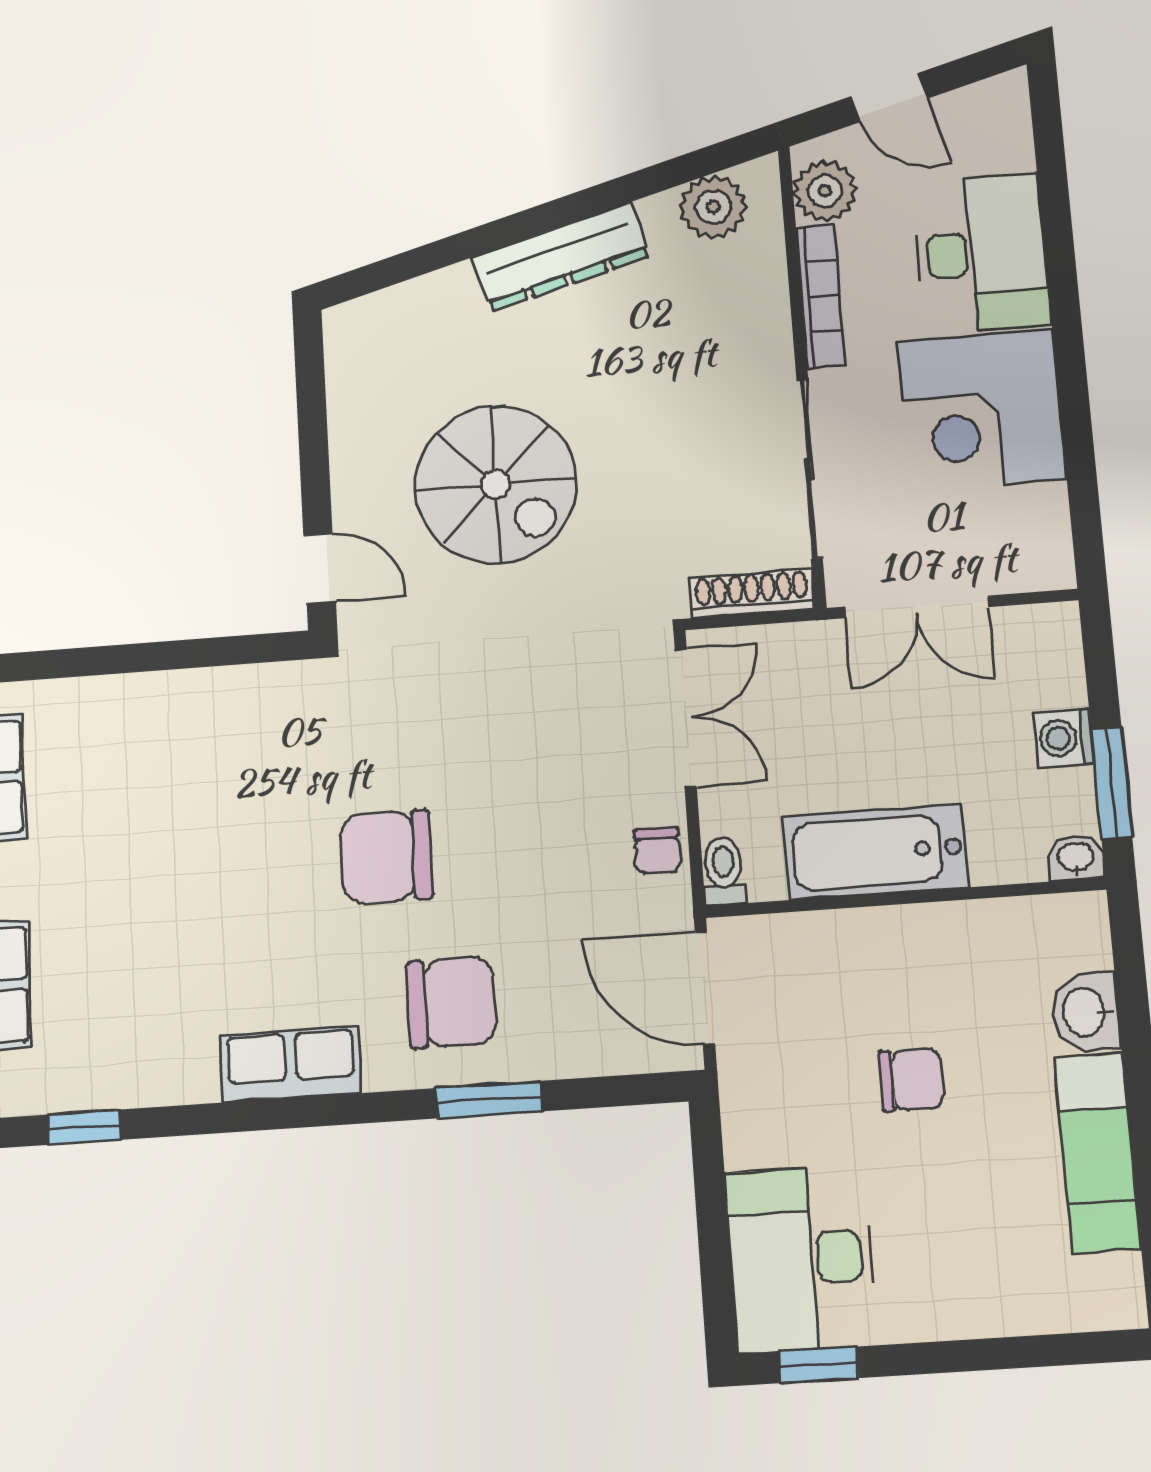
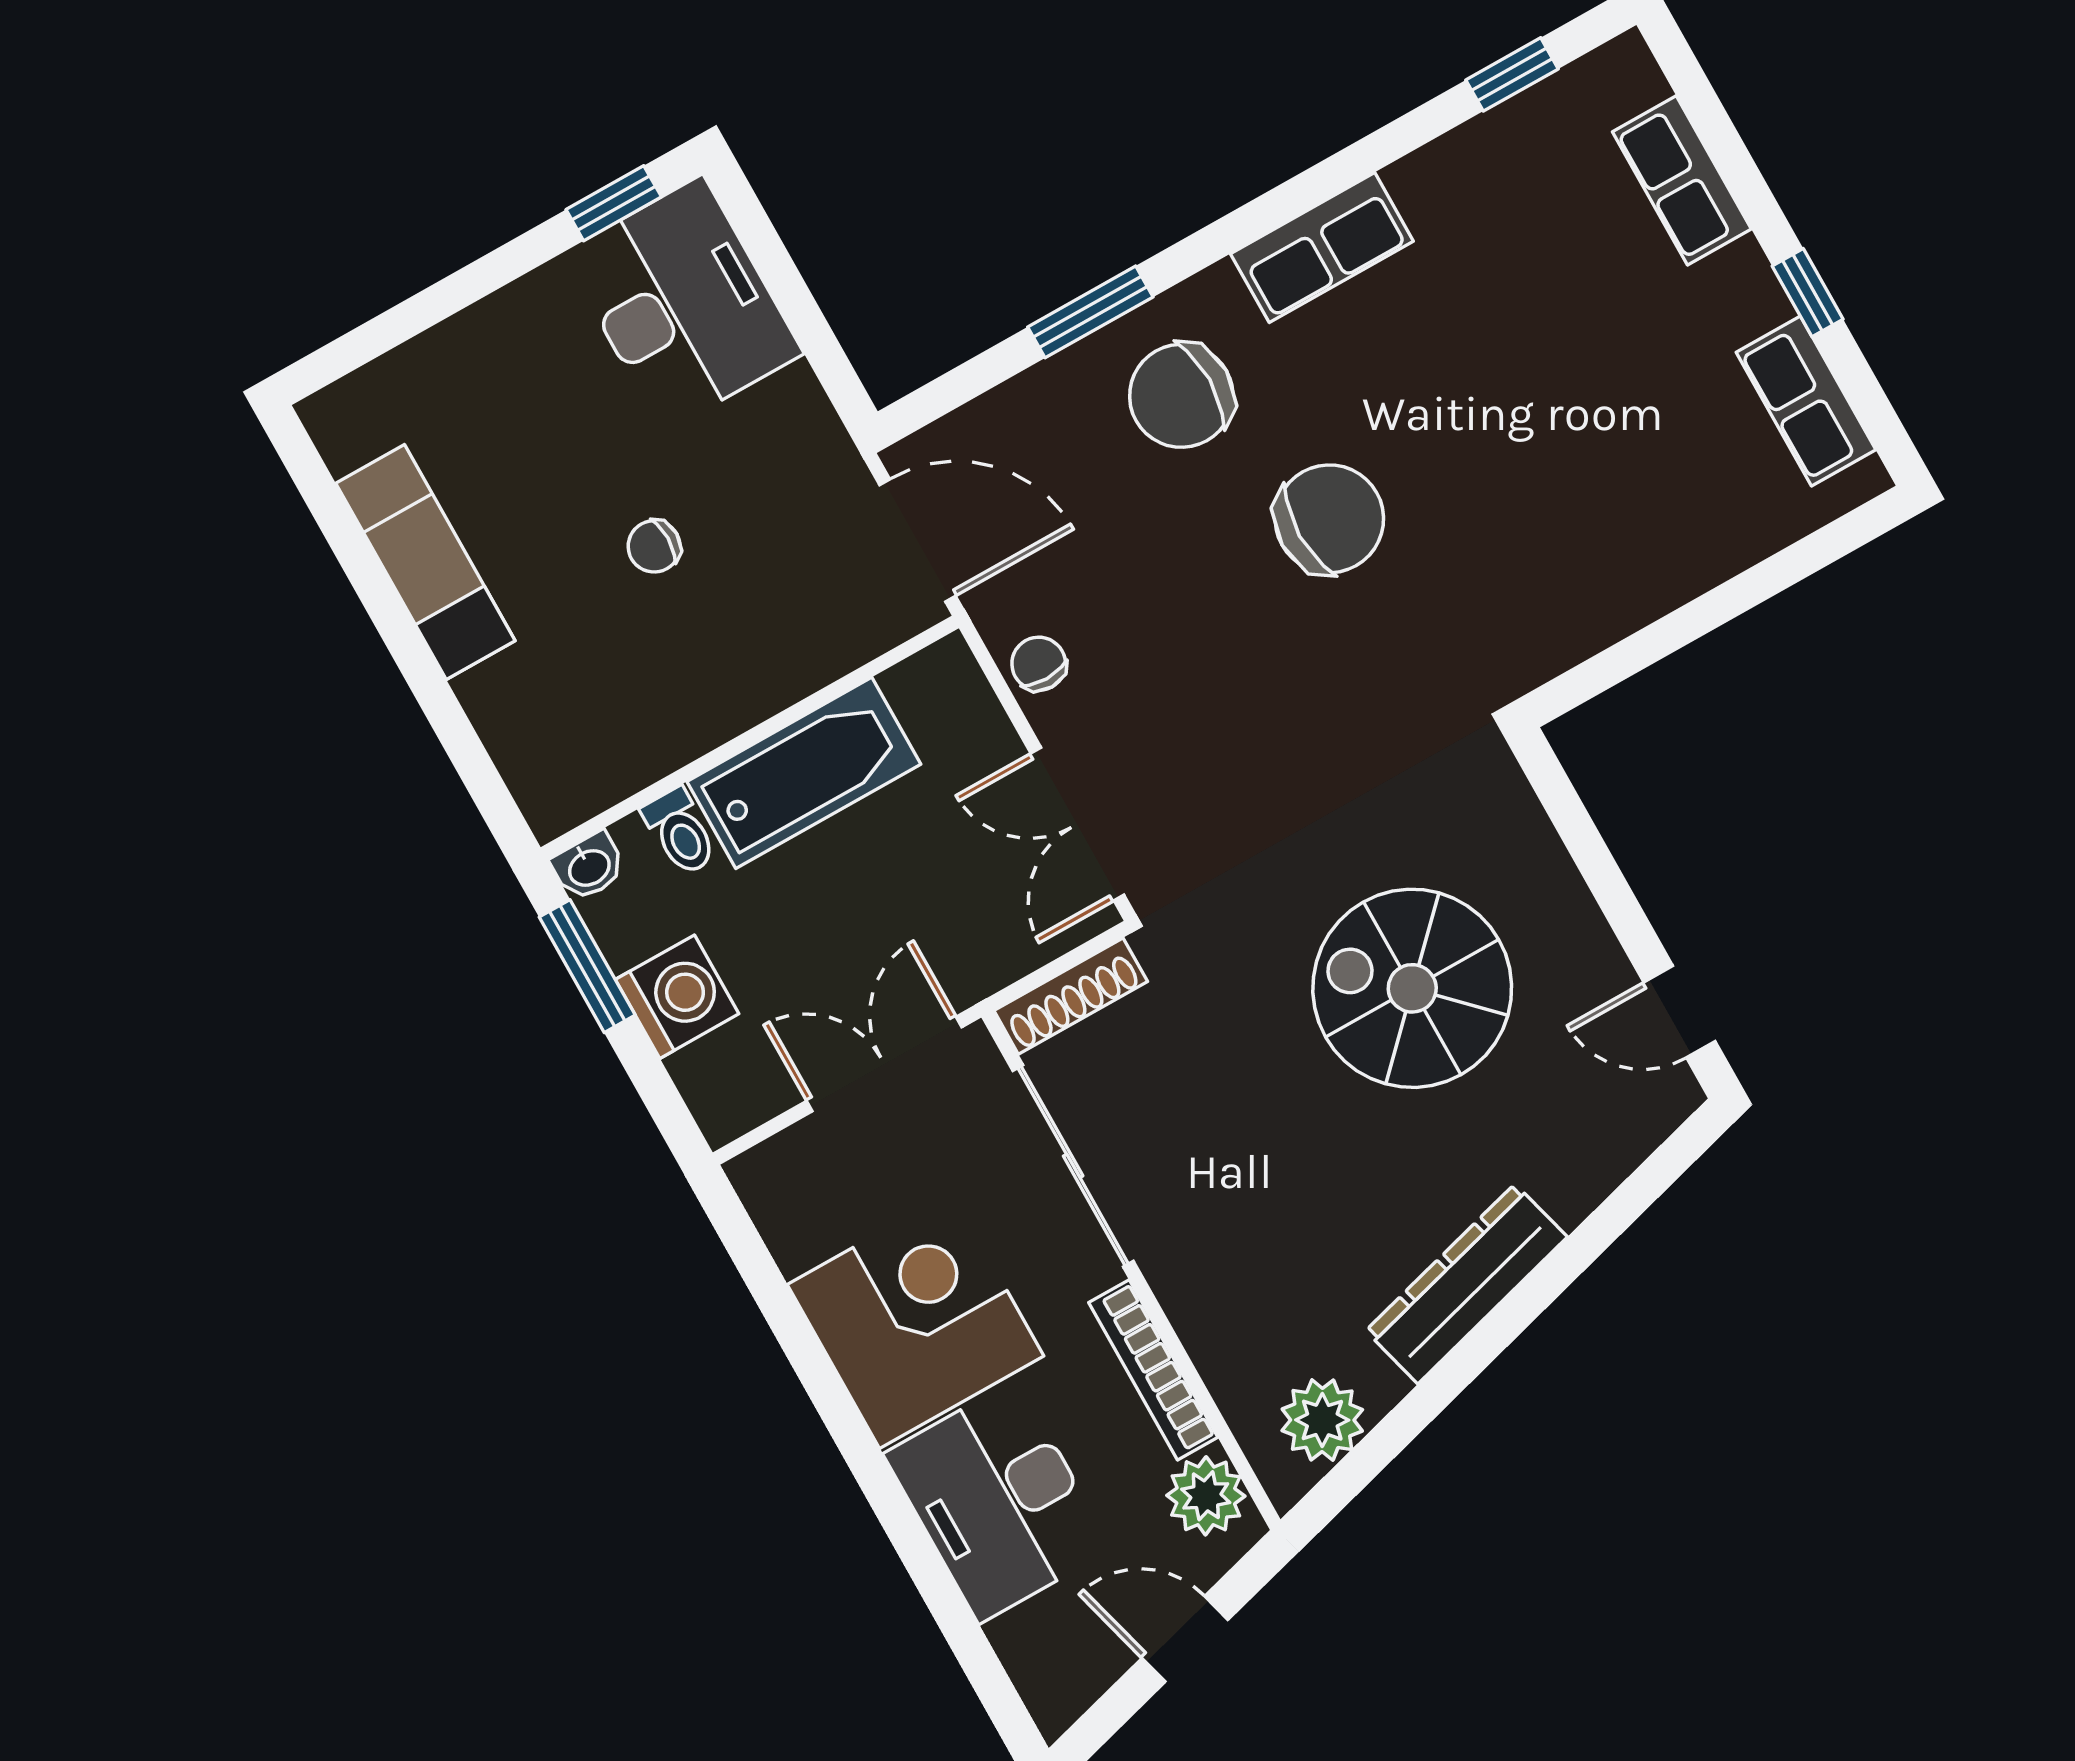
door: (320, 569) -> (1680, 1012), moved
washing machine: (1064, 738) -> (677, 997), width x1.38, depth x1.38
toilet: (724, 871) -> (680, 832), moved
washbasin: (1085, 1012) -> (504, 705), removed
chair: (911, 1080) -> (654, 546), width x0.73, depth x0.73

